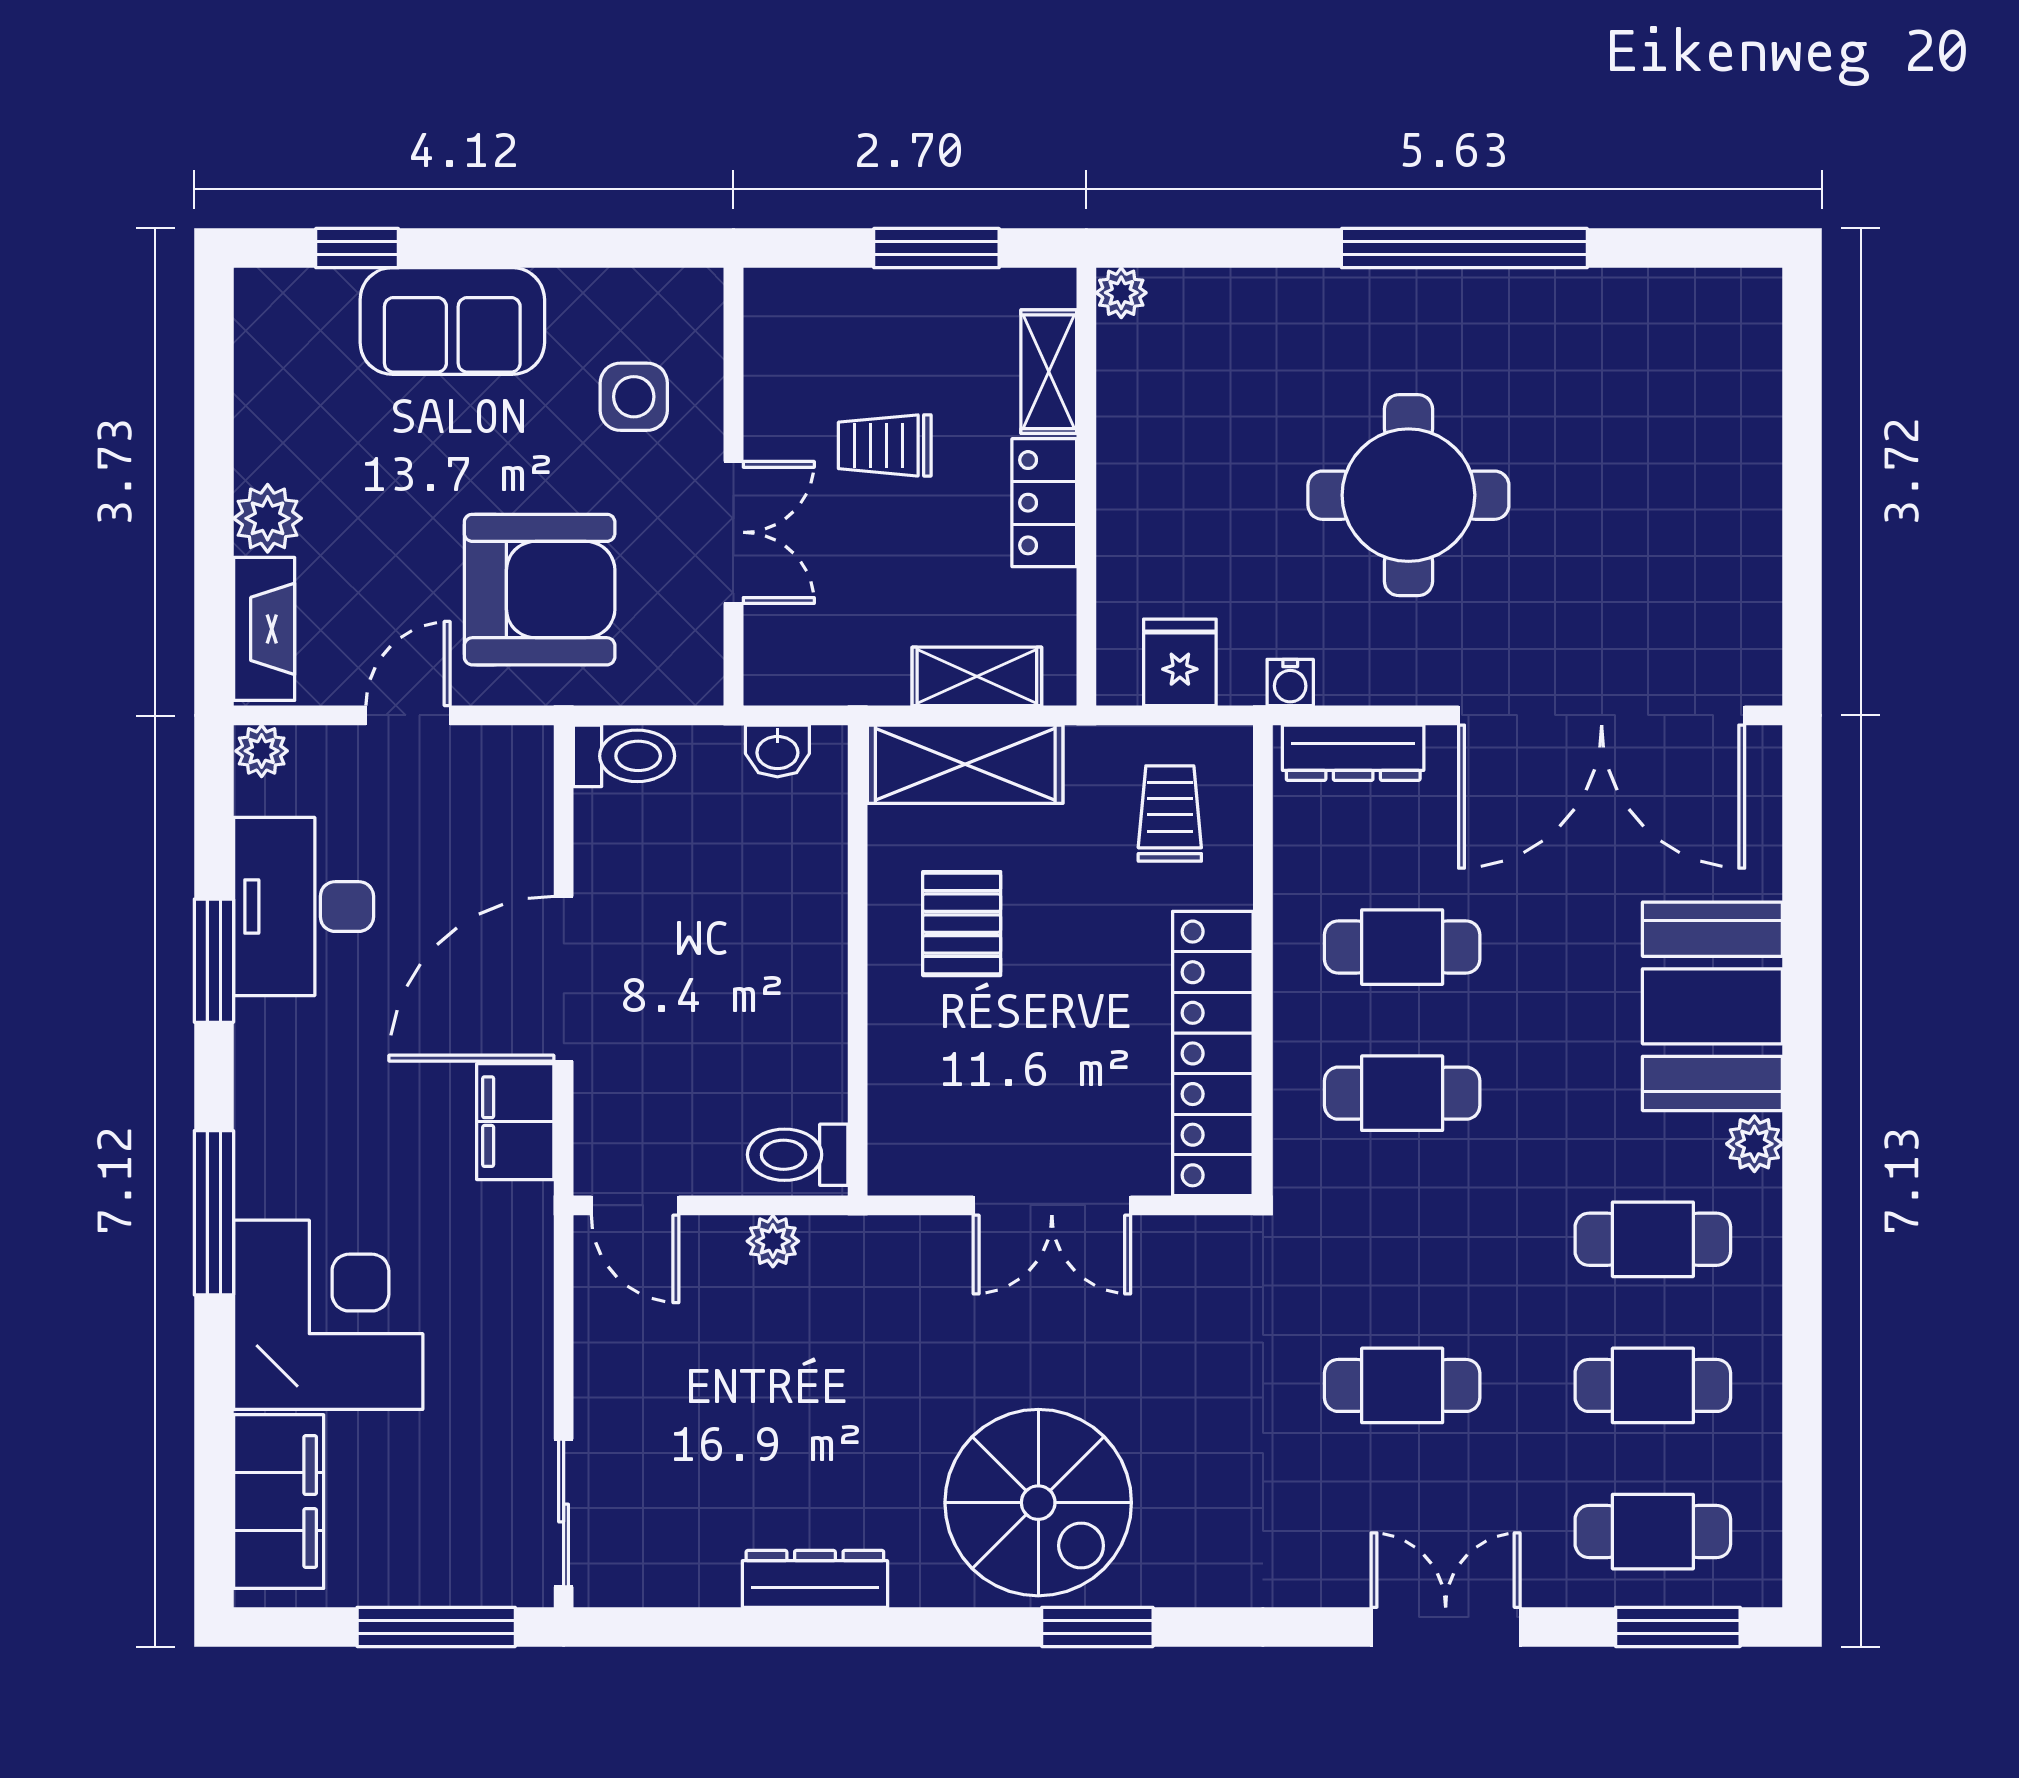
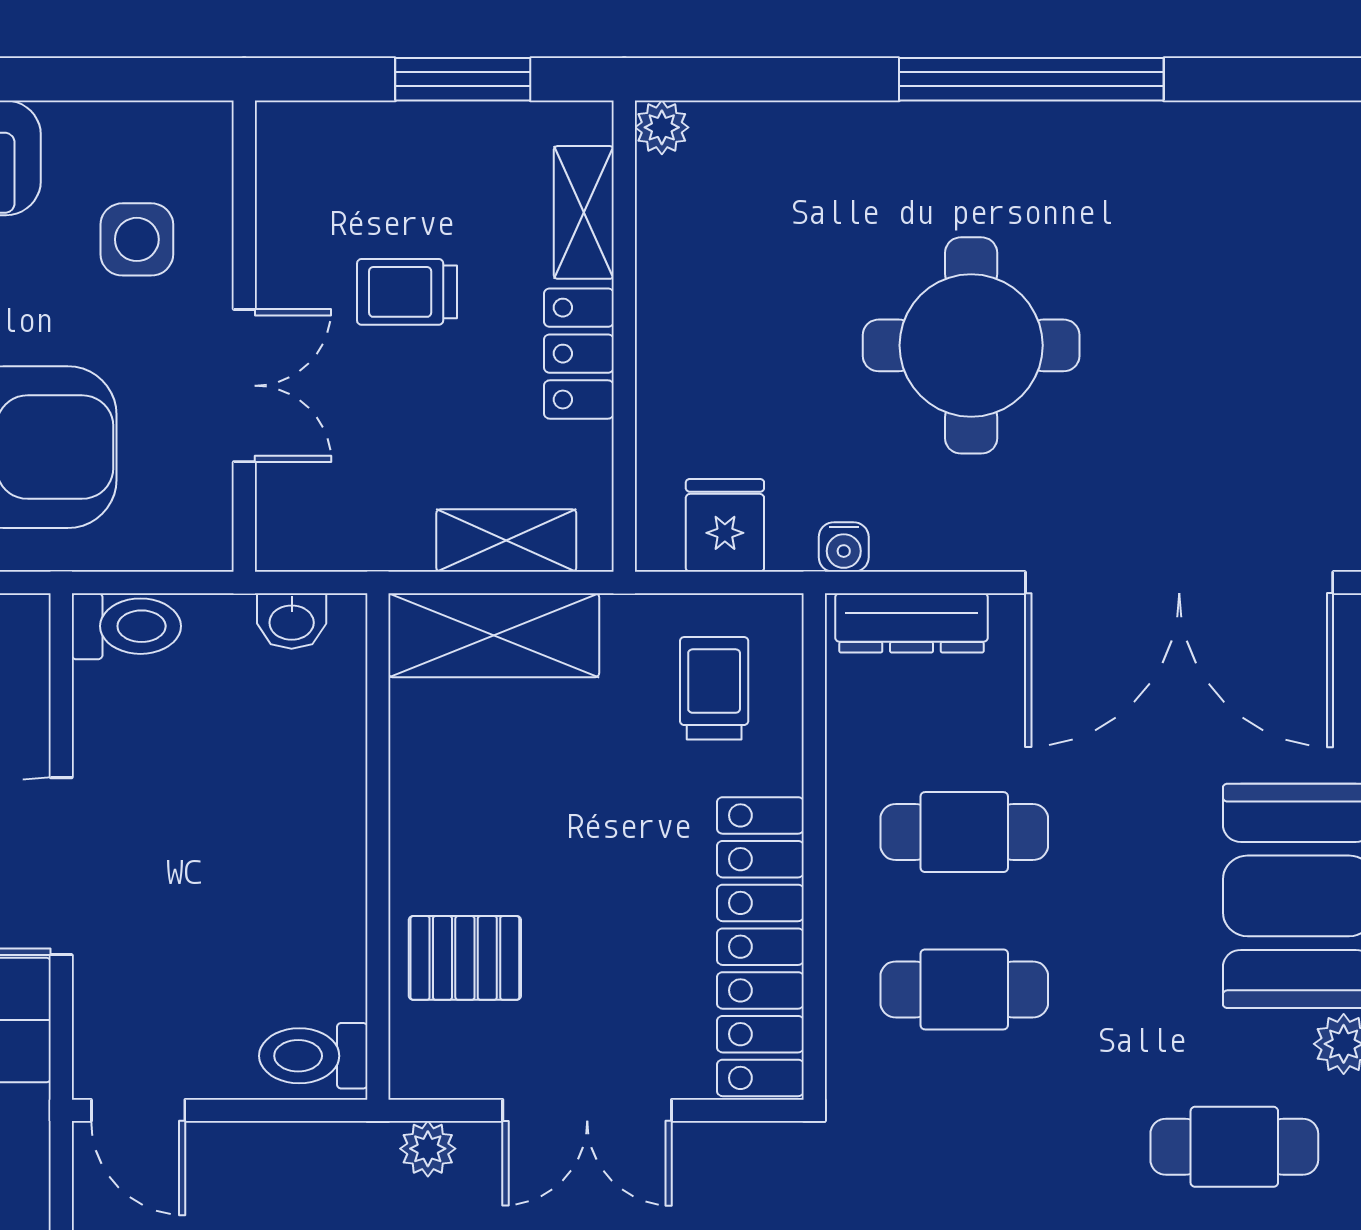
pallet: (962, 924) -> (465, 958), moved, turned 90
plant: (773, 1241) -> (428, 1149), moved

